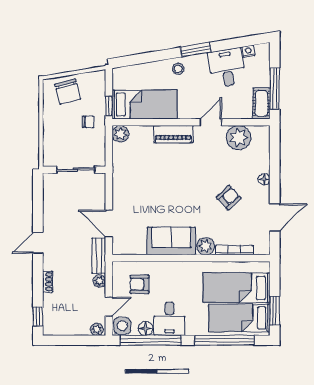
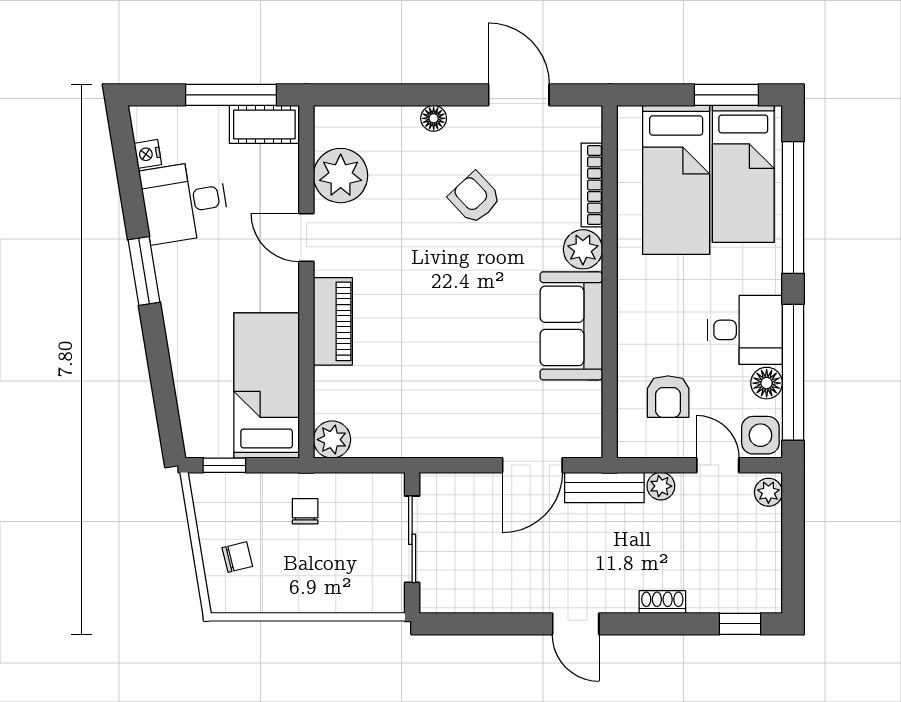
stool: (178, 69) -> (187, 311), removed
chair: (68, 91) -> (237, 557), width x0.54, depth x0.54
window: (109, 106) -> (224, 465), moved

